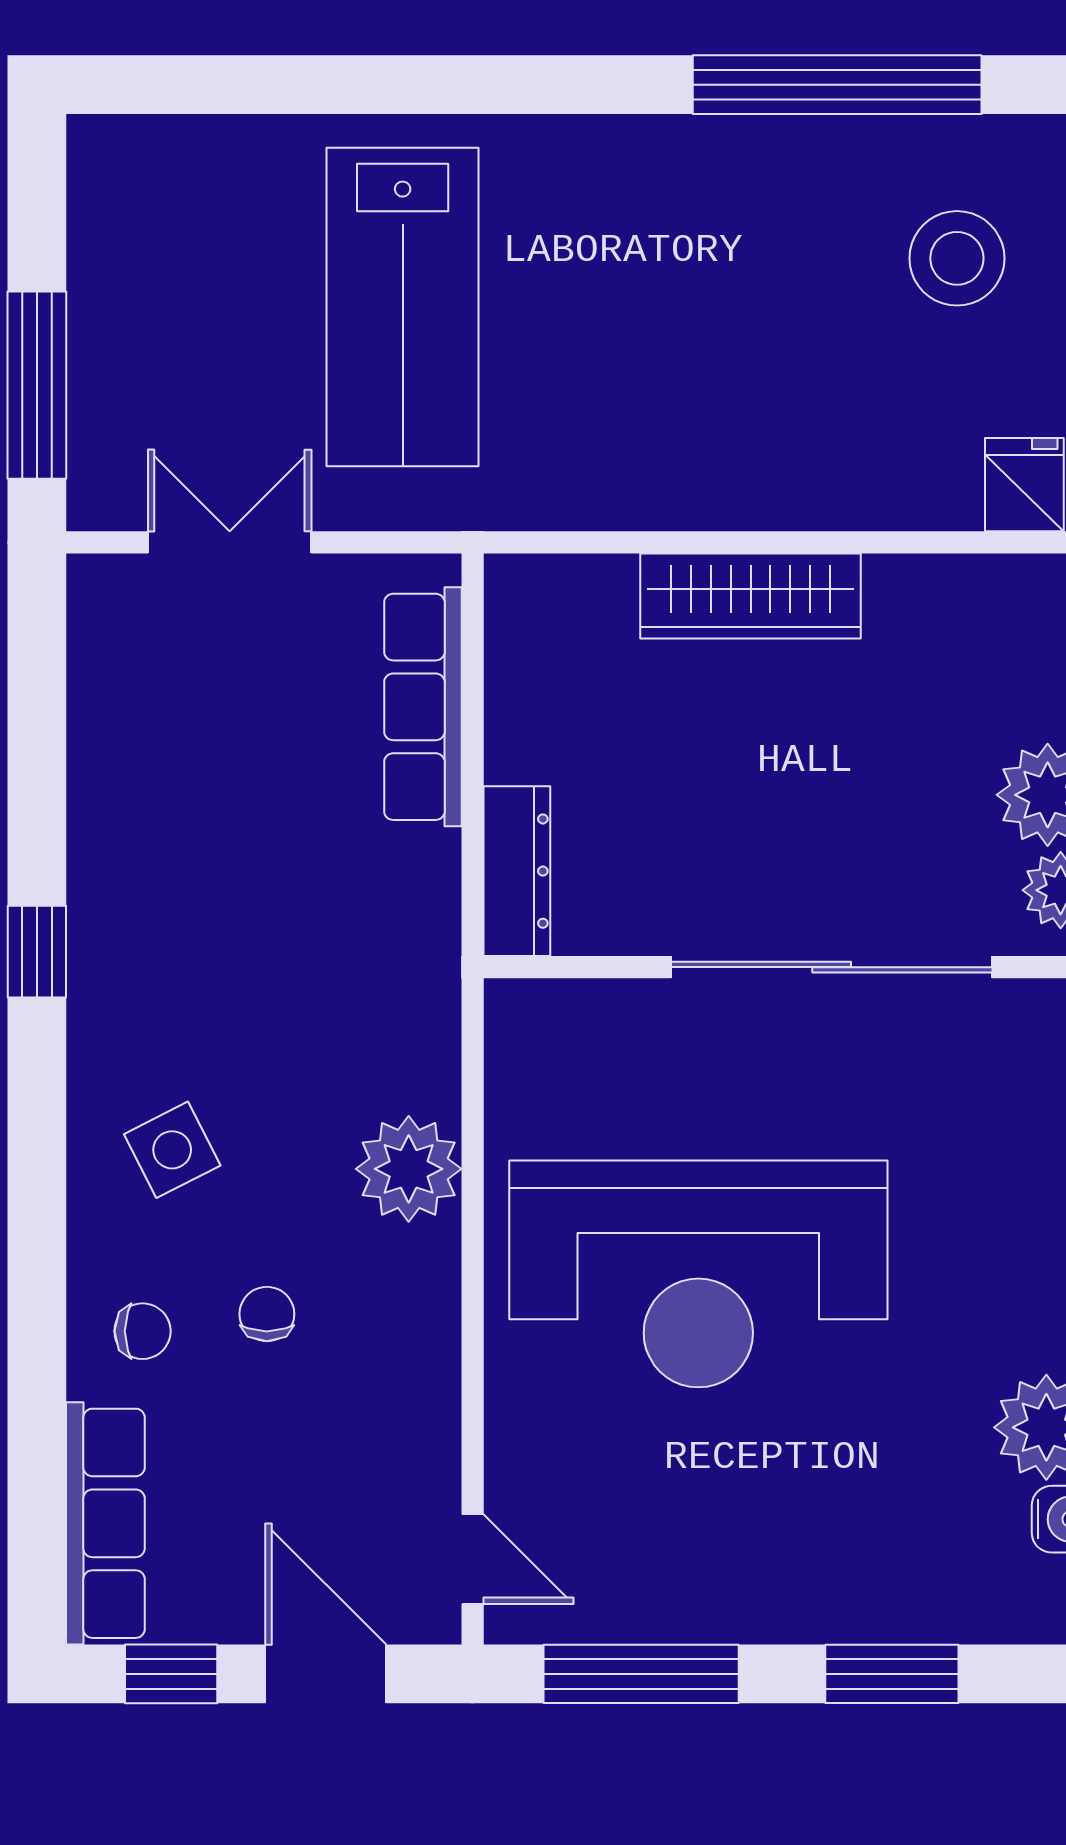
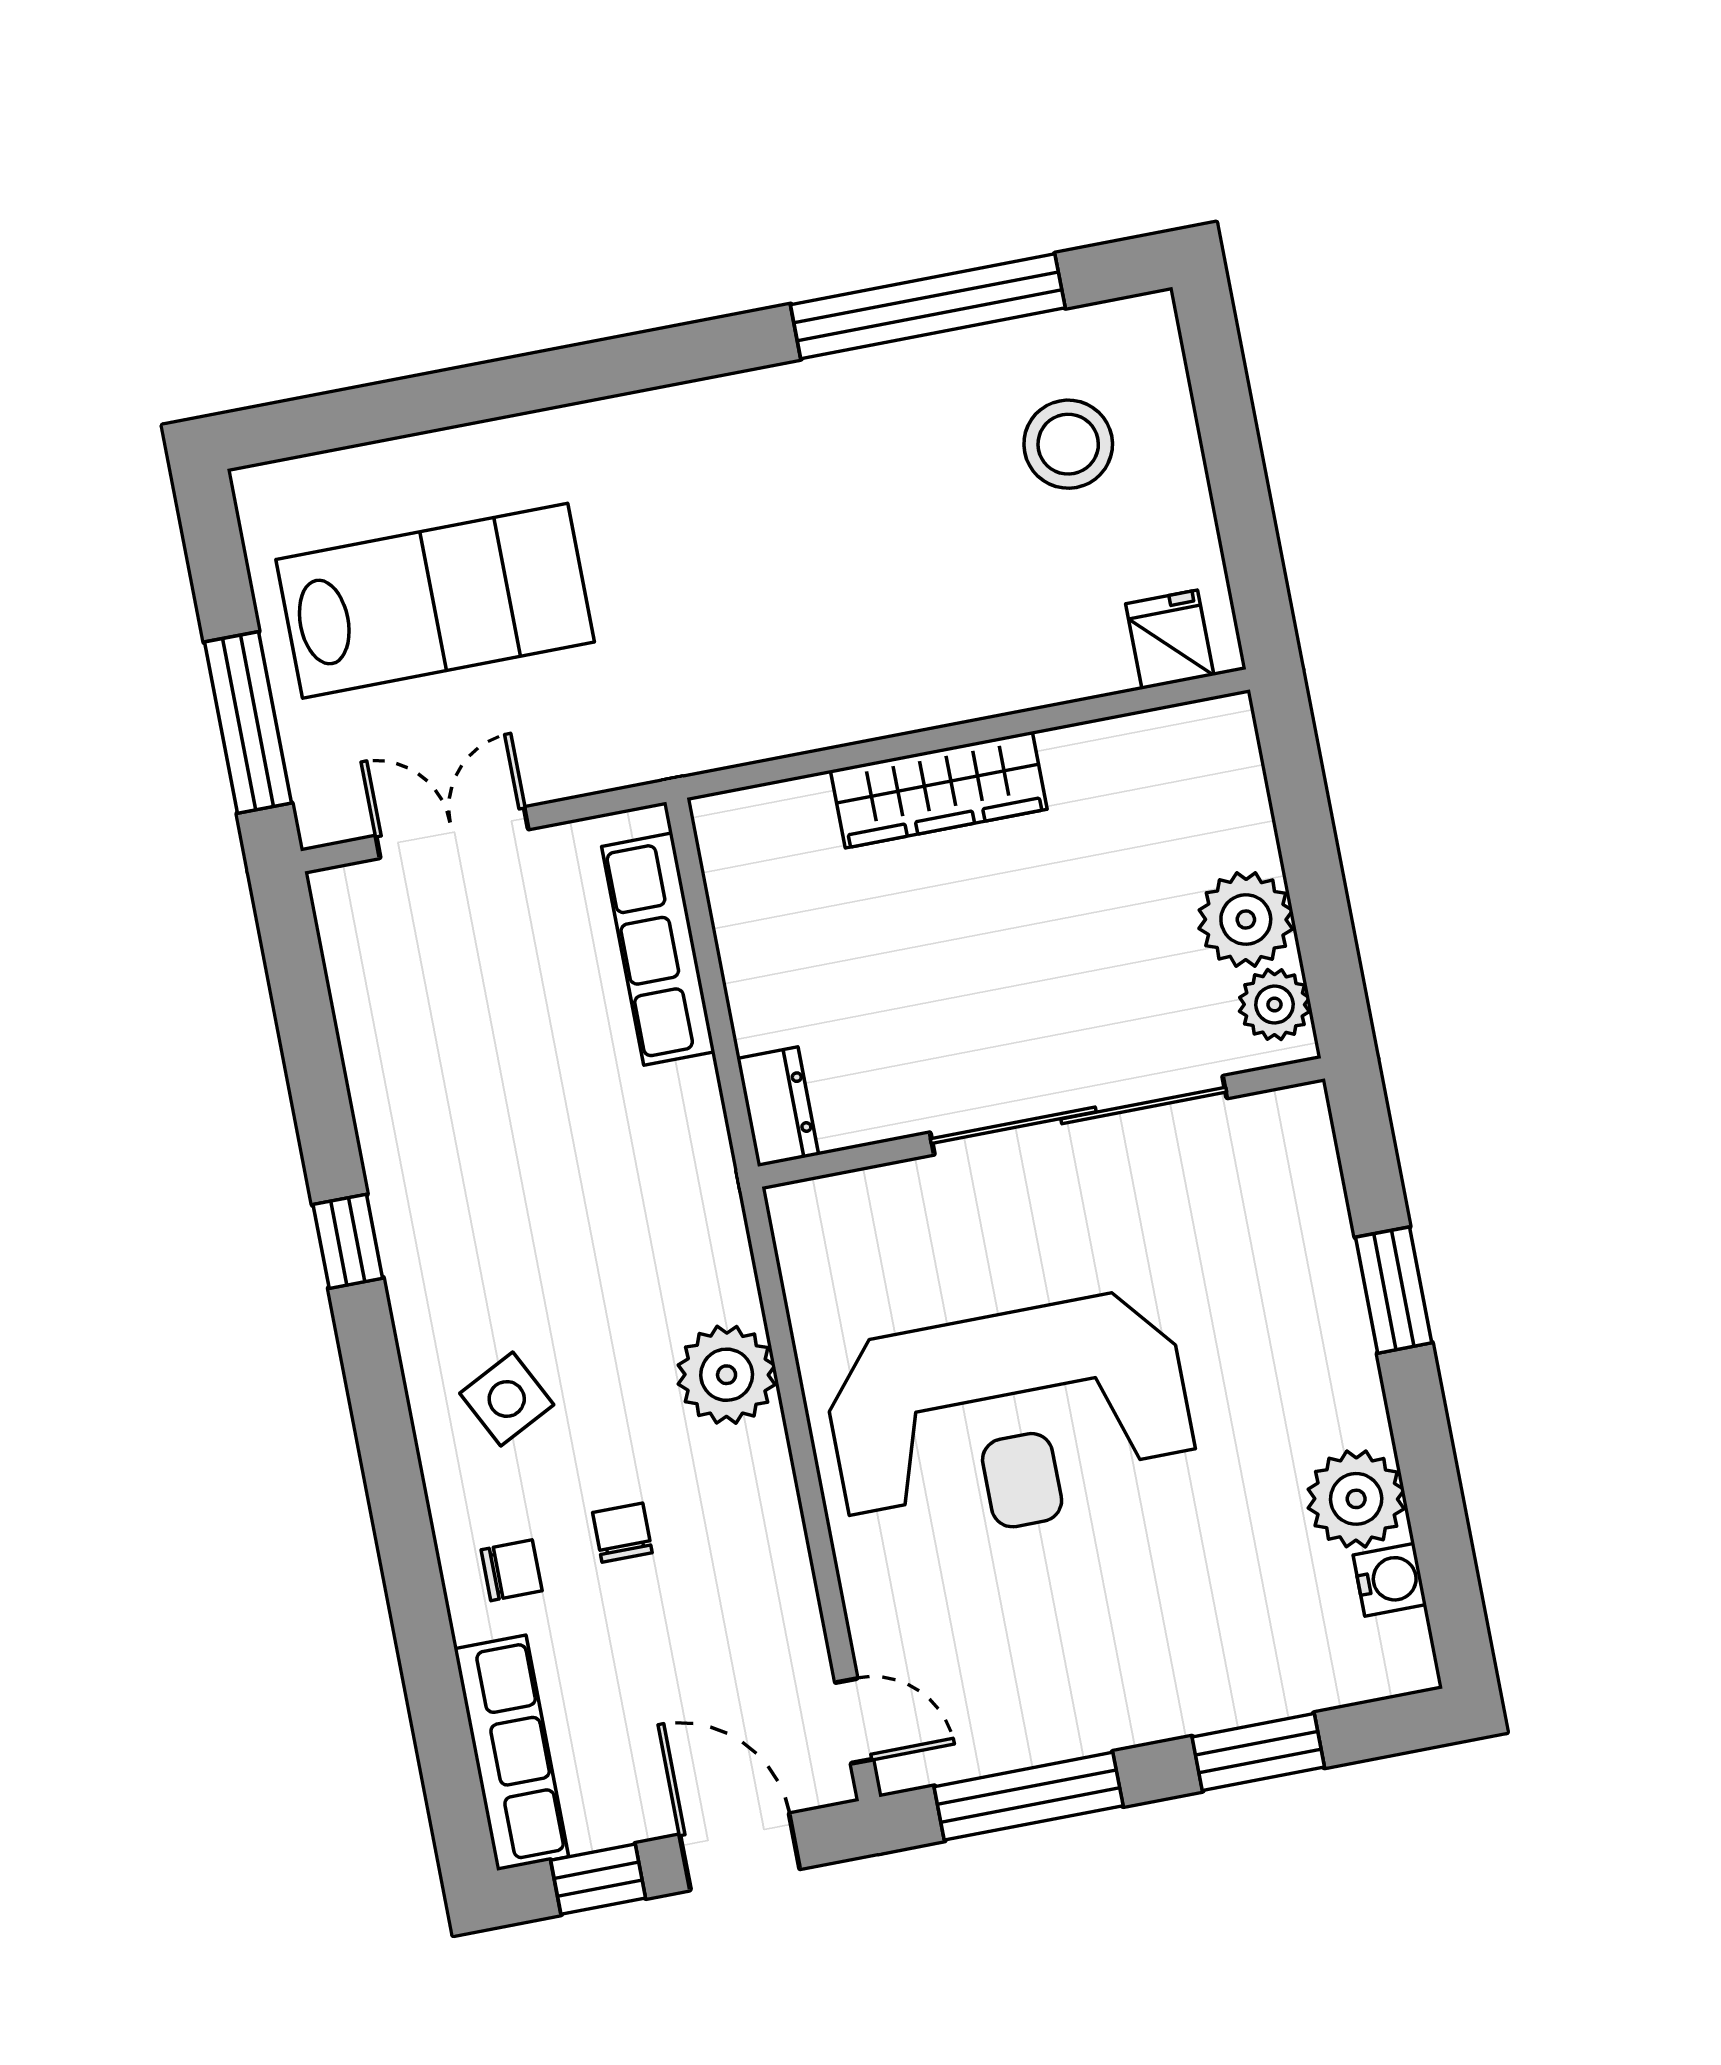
lab bench: (403, 307) -> (435, 601), moved, turned -90
dresser: (517, 871) -> (778, 1107), width x0.70

